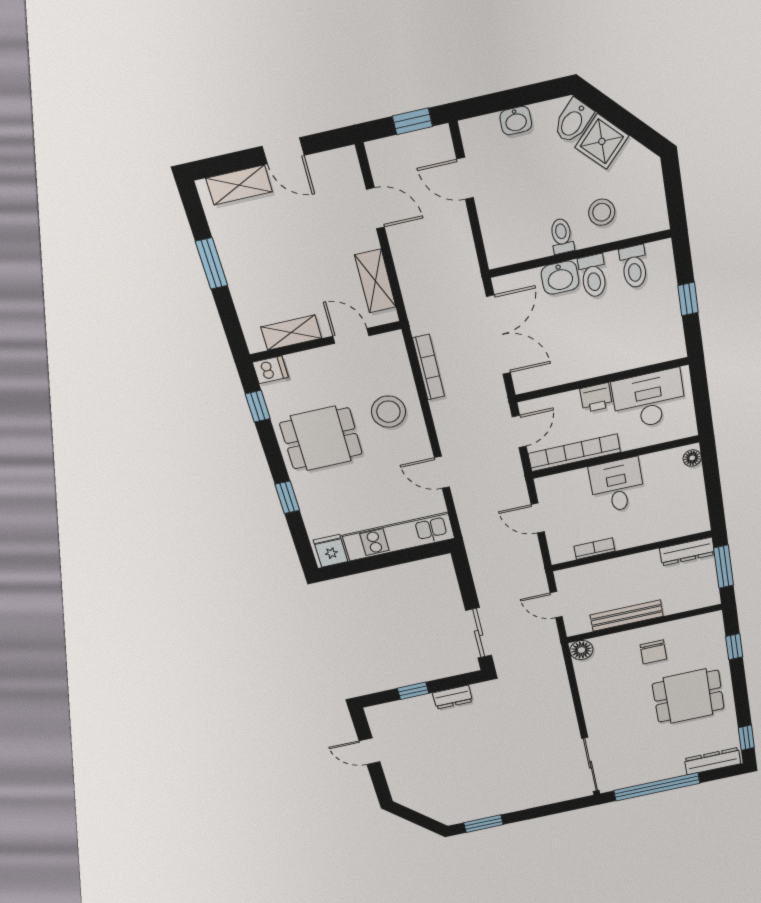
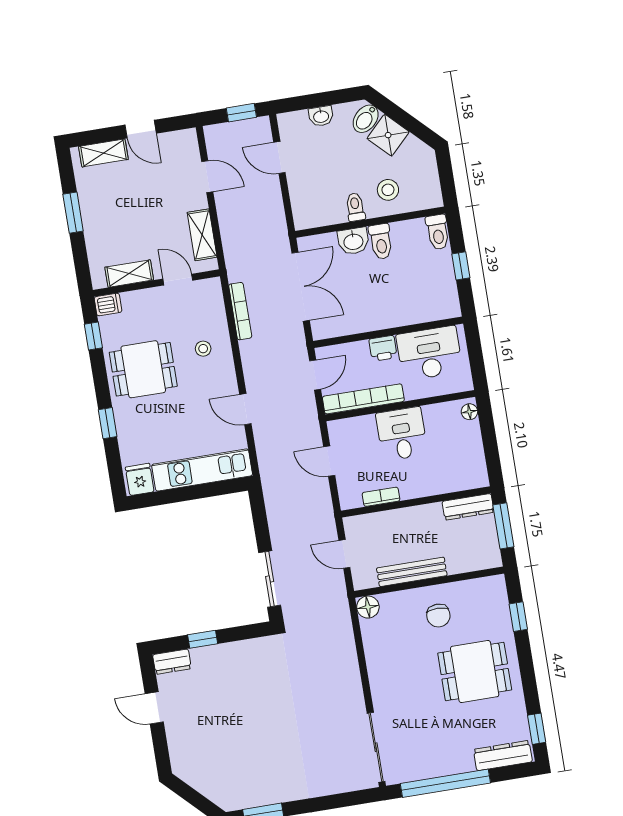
toilet: (634, 267) -> (438, 232), moved
stool: (388, 412) -> (203, 349), width x0.53, depth x0.53
dresser: (453, 697) -> (172, 662), moved

